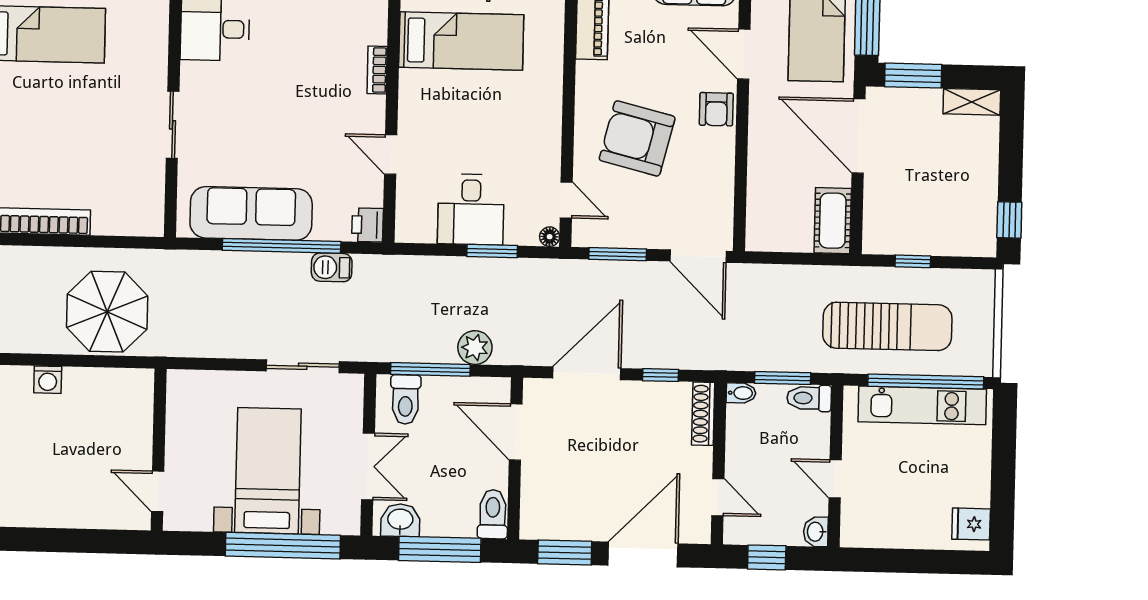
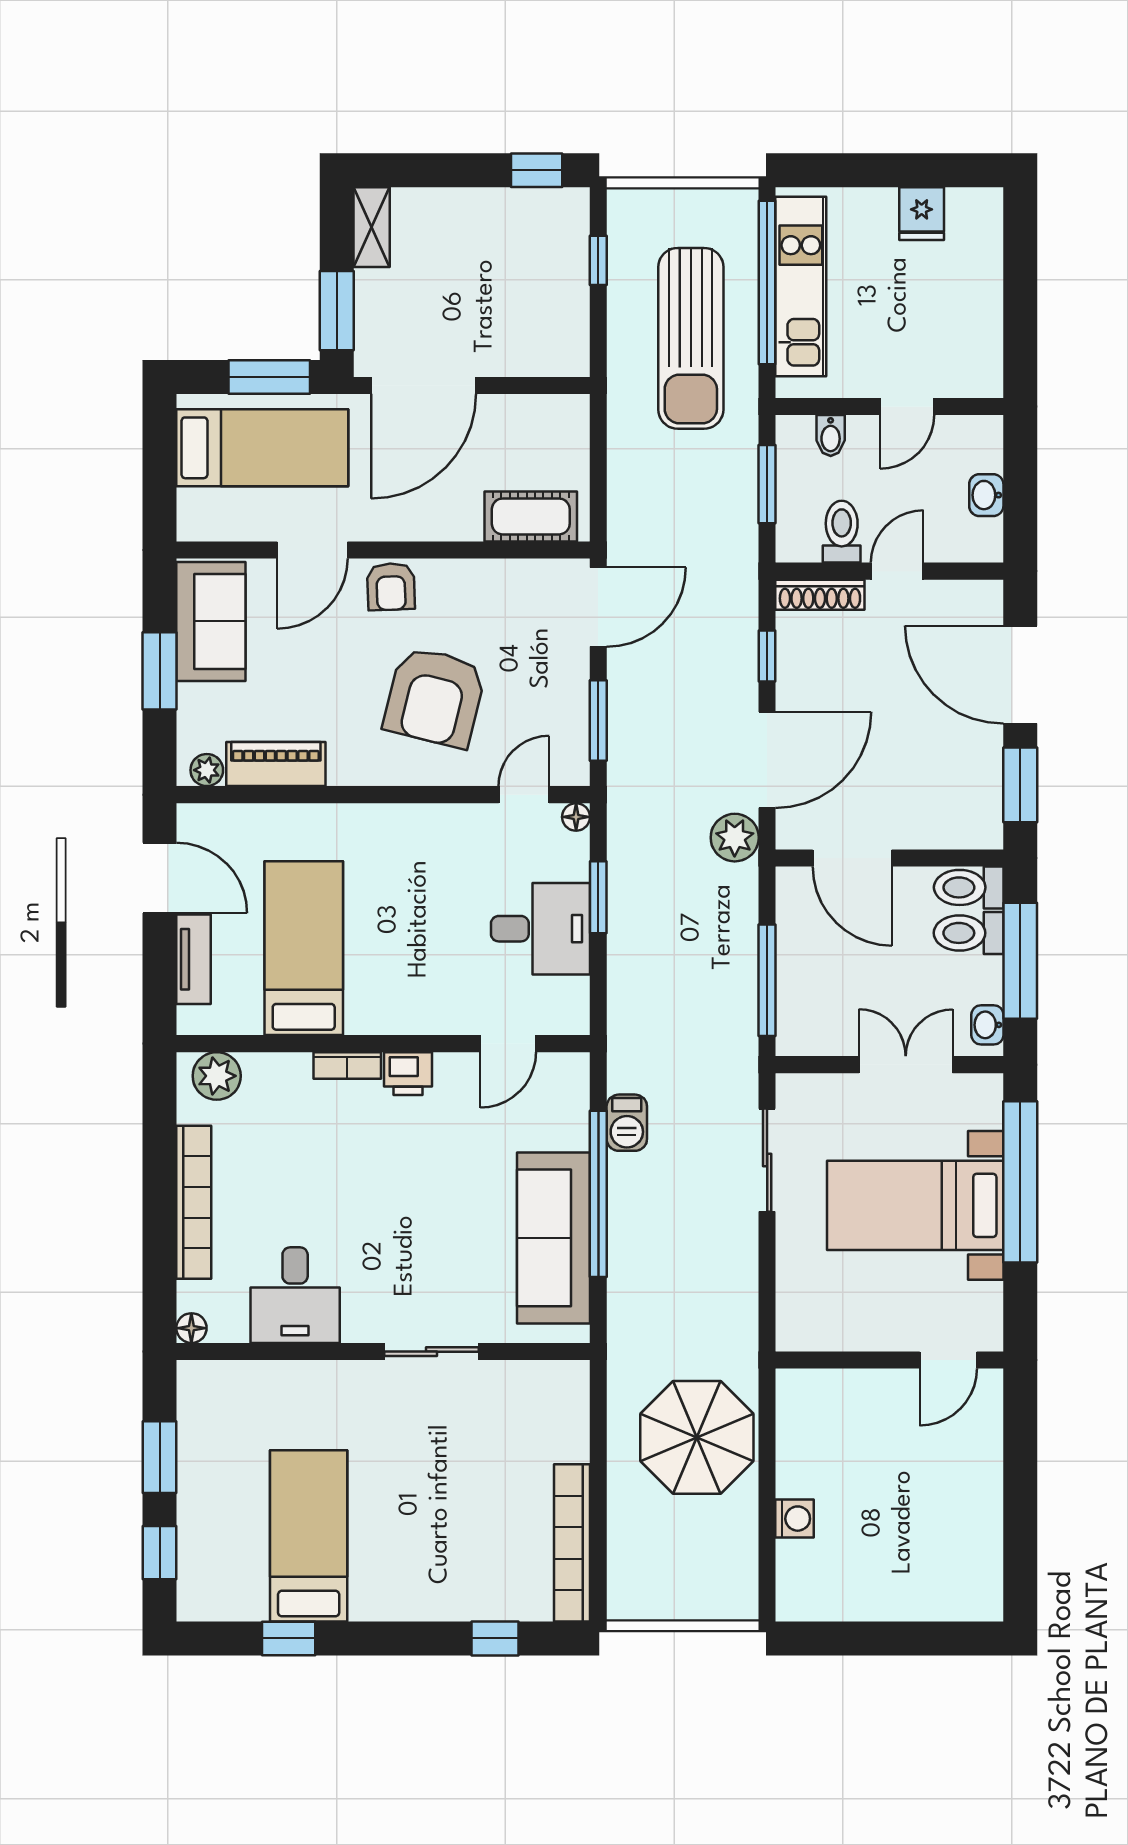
armchair: (716, 109) -> (391, 587), turned 88
door: (391, 155) -> (508, 1044), moved
cot: (833, 221) -> (531, 516), moved
printer: (368, 225) -> (408, 1074), moved
window: (913, 261) -> (598, 260), moved
sun lounger: (887, 326) -> (691, 338), turned 180
plant: (475, 348) -> (735, 838), moved
door: (587, 373) -> (767, 760), swing flipped
bidet: (741, 393) -> (831, 436), moved, turned 180
toilet: (809, 398) -> (842, 532), moved, turned 180
toilet: (405, 399) -> (969, 933), moved, turned 180
door: (516, 432) -> (852, 858), hinge flipped
door: (718, 497) -> (897, 571), moved
washbasin: (400, 520) -> (987, 1025), width x0.72, depth x0.69
fridge: (971, 524) -> (922, 214), moved
washbasin: (816, 532) -> (986, 495), moved, turned 90
window: (767, 557) -> (1020, 500), removed

